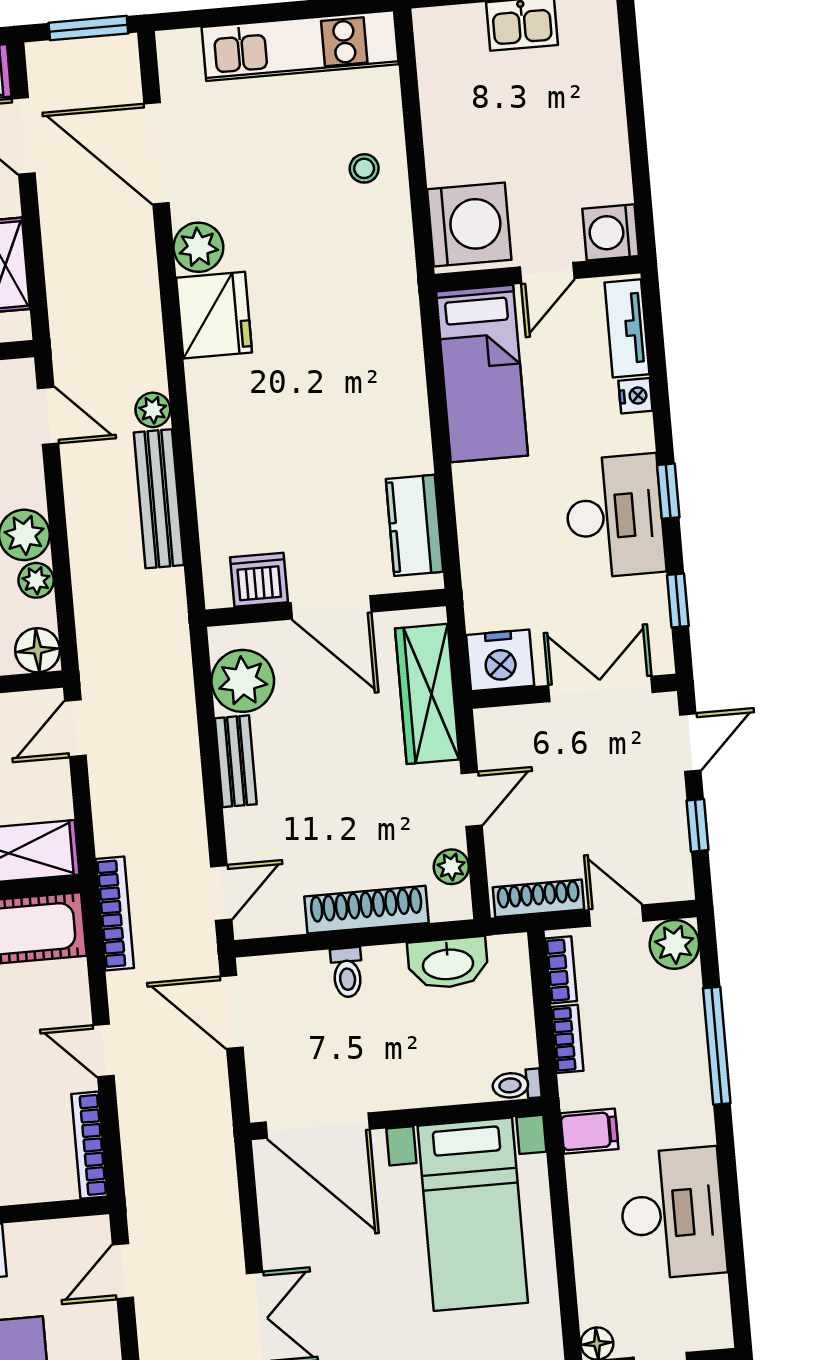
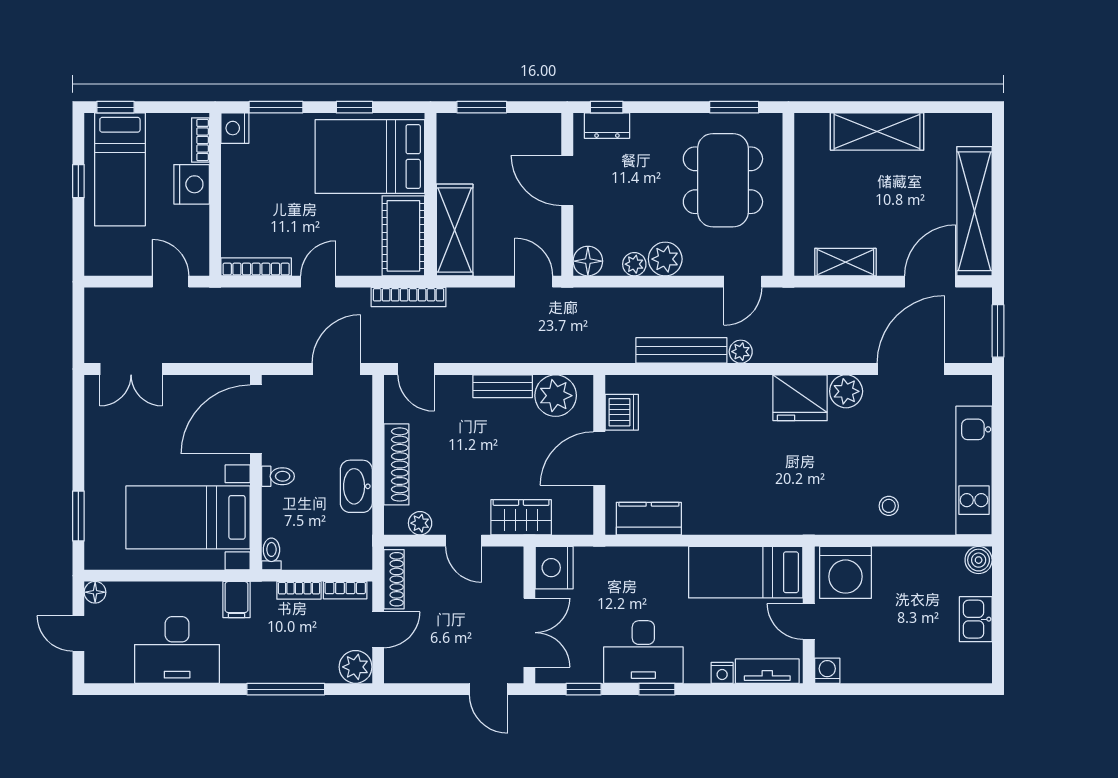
boiler: (433, 27) -> (979, 560), added
washing machine: (611, 232) -> (827, 671), width x0.73, depth x0.73
wardrobe: (427, 694) -> (521, 517), width x0.67
window: (697, 825) -> (433, 689), removed
washbasin: (448, 963) -> (356, 486), moved
toilet: (347, 972) -> (278, 476), moved, turned 180

